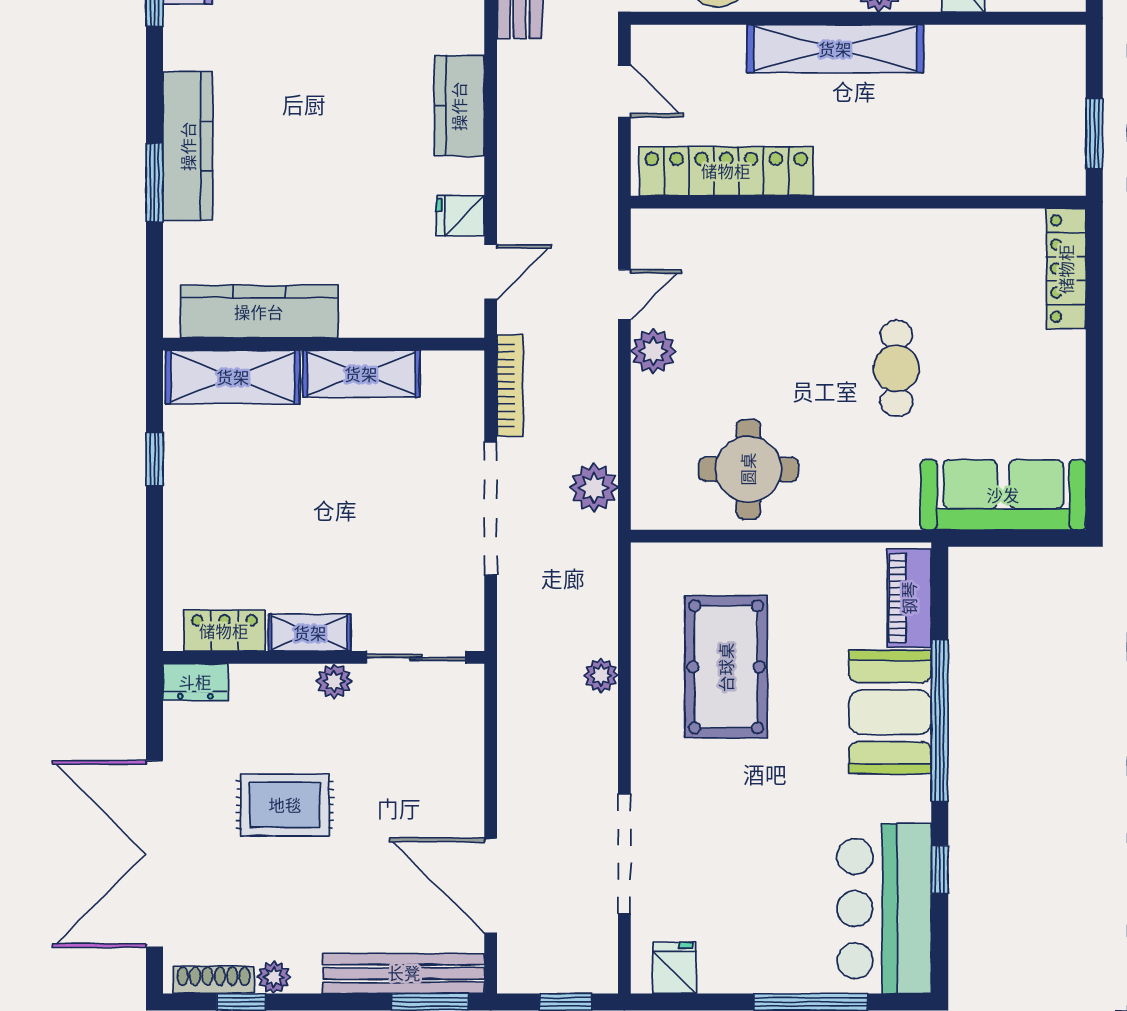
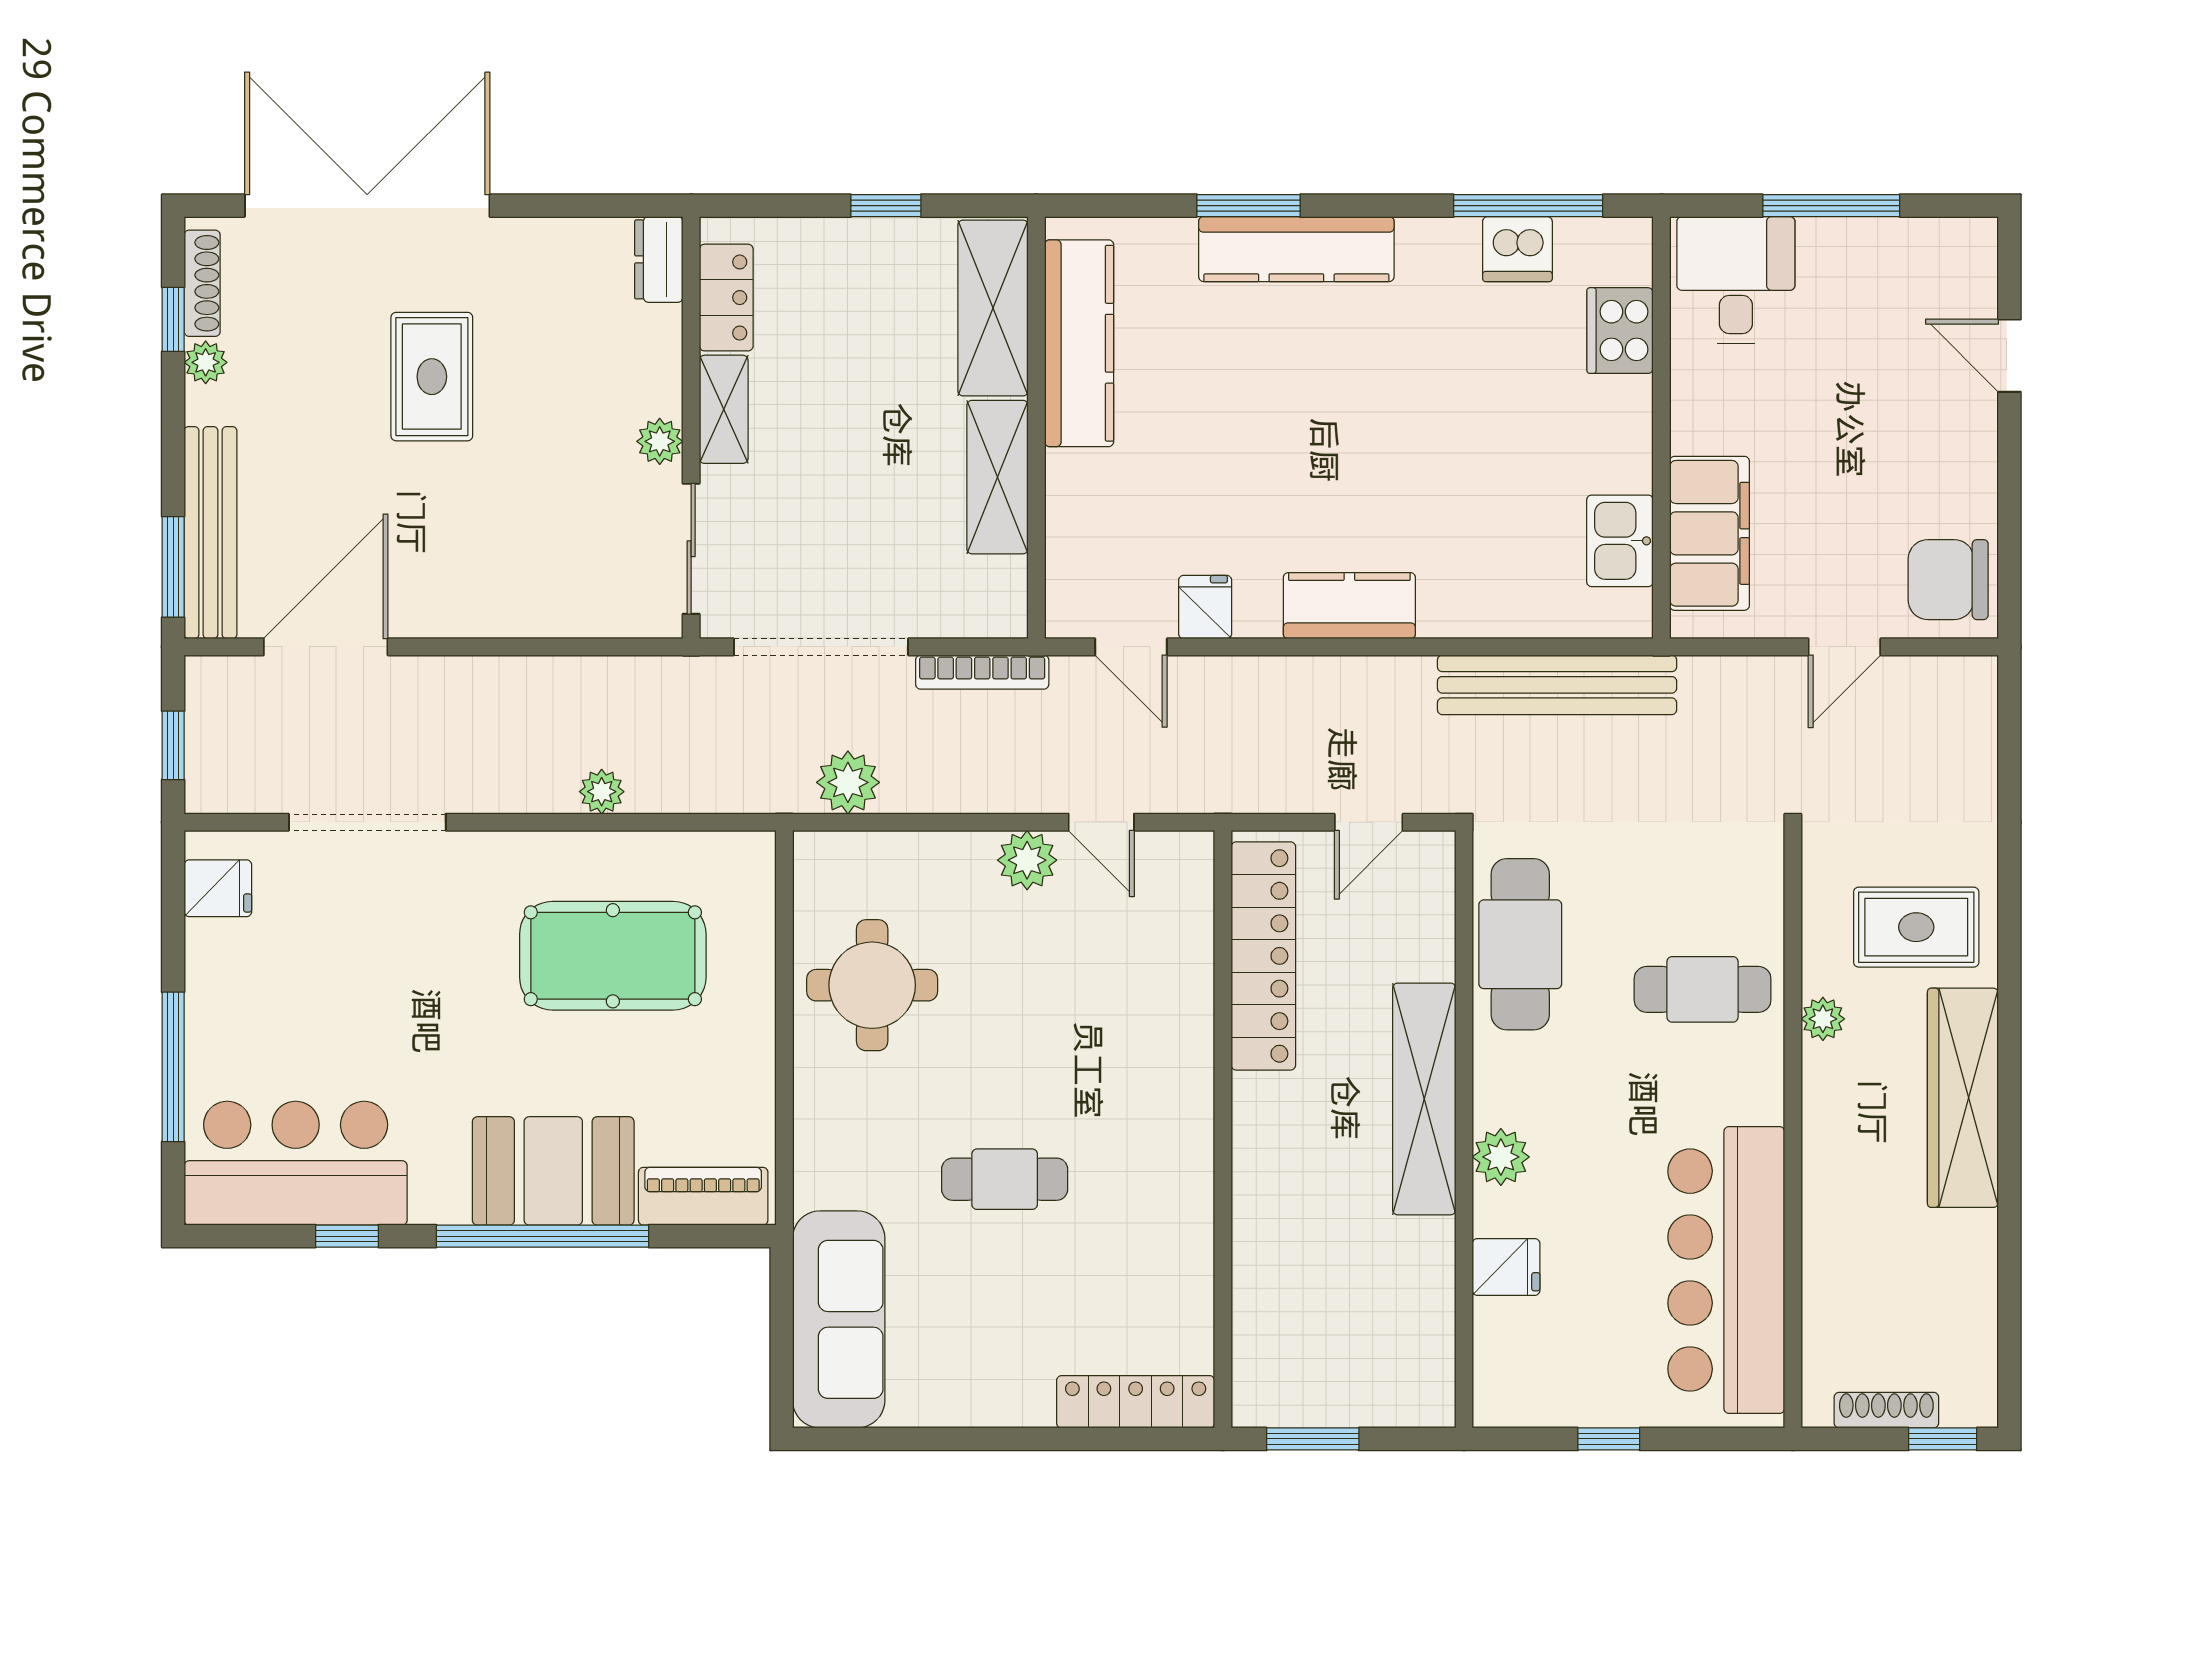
locker: (224, 631) -> (726, 298), moved
shelving: (310, 633) -> (724, 409), moved
wall: (324, 657) -> (691, 428), moved
sliding door: (416, 657) -> (691, 549), moved
plant: (334, 681) -> (660, 441), moved
dresser: (195, 682) -> (659, 259), moved

